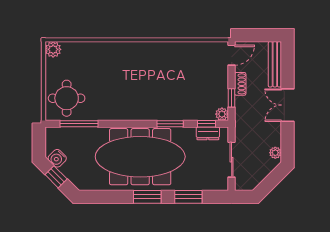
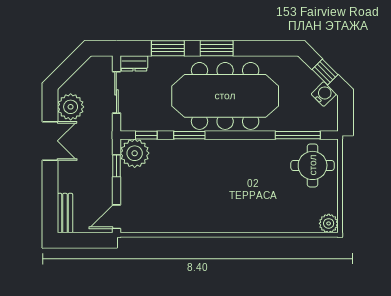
bench: (275, 64) -> (65, 213), width x0.73
shoe rack: (240, 84) -> (106, 182), removed
double door: (287, 105) -> (50, 141), moved
plant: (222, 114) -> (135, 153), width x1.88, depth x1.88
dresser: (208, 133) -> (134, 63), moved, turned 180
plant: (275, 153) -> (71, 107), width x1.88, depth x1.88

